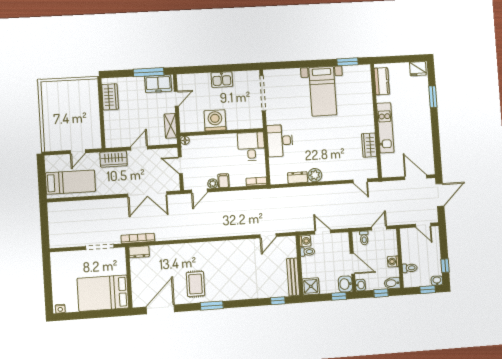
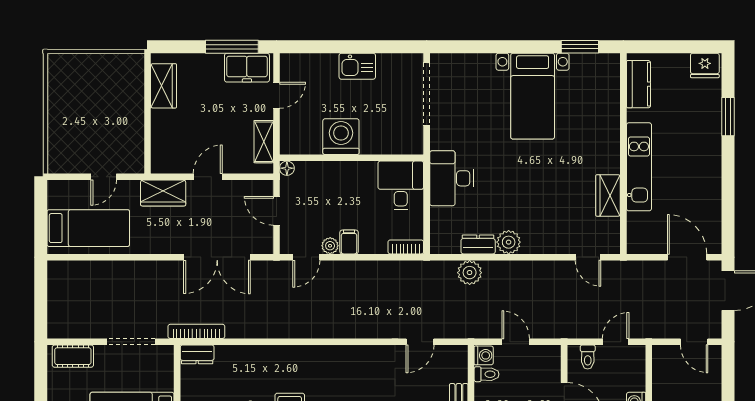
plant: (294, 194) -> (470, 273), added
cot: (66, 258) -> (73, 356), added

